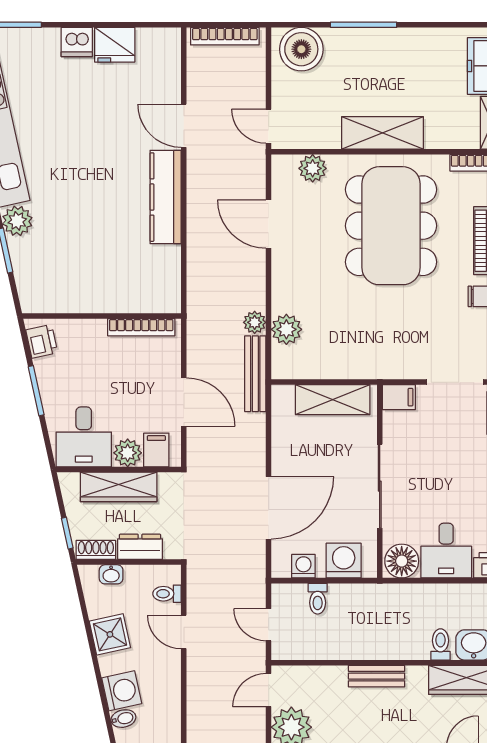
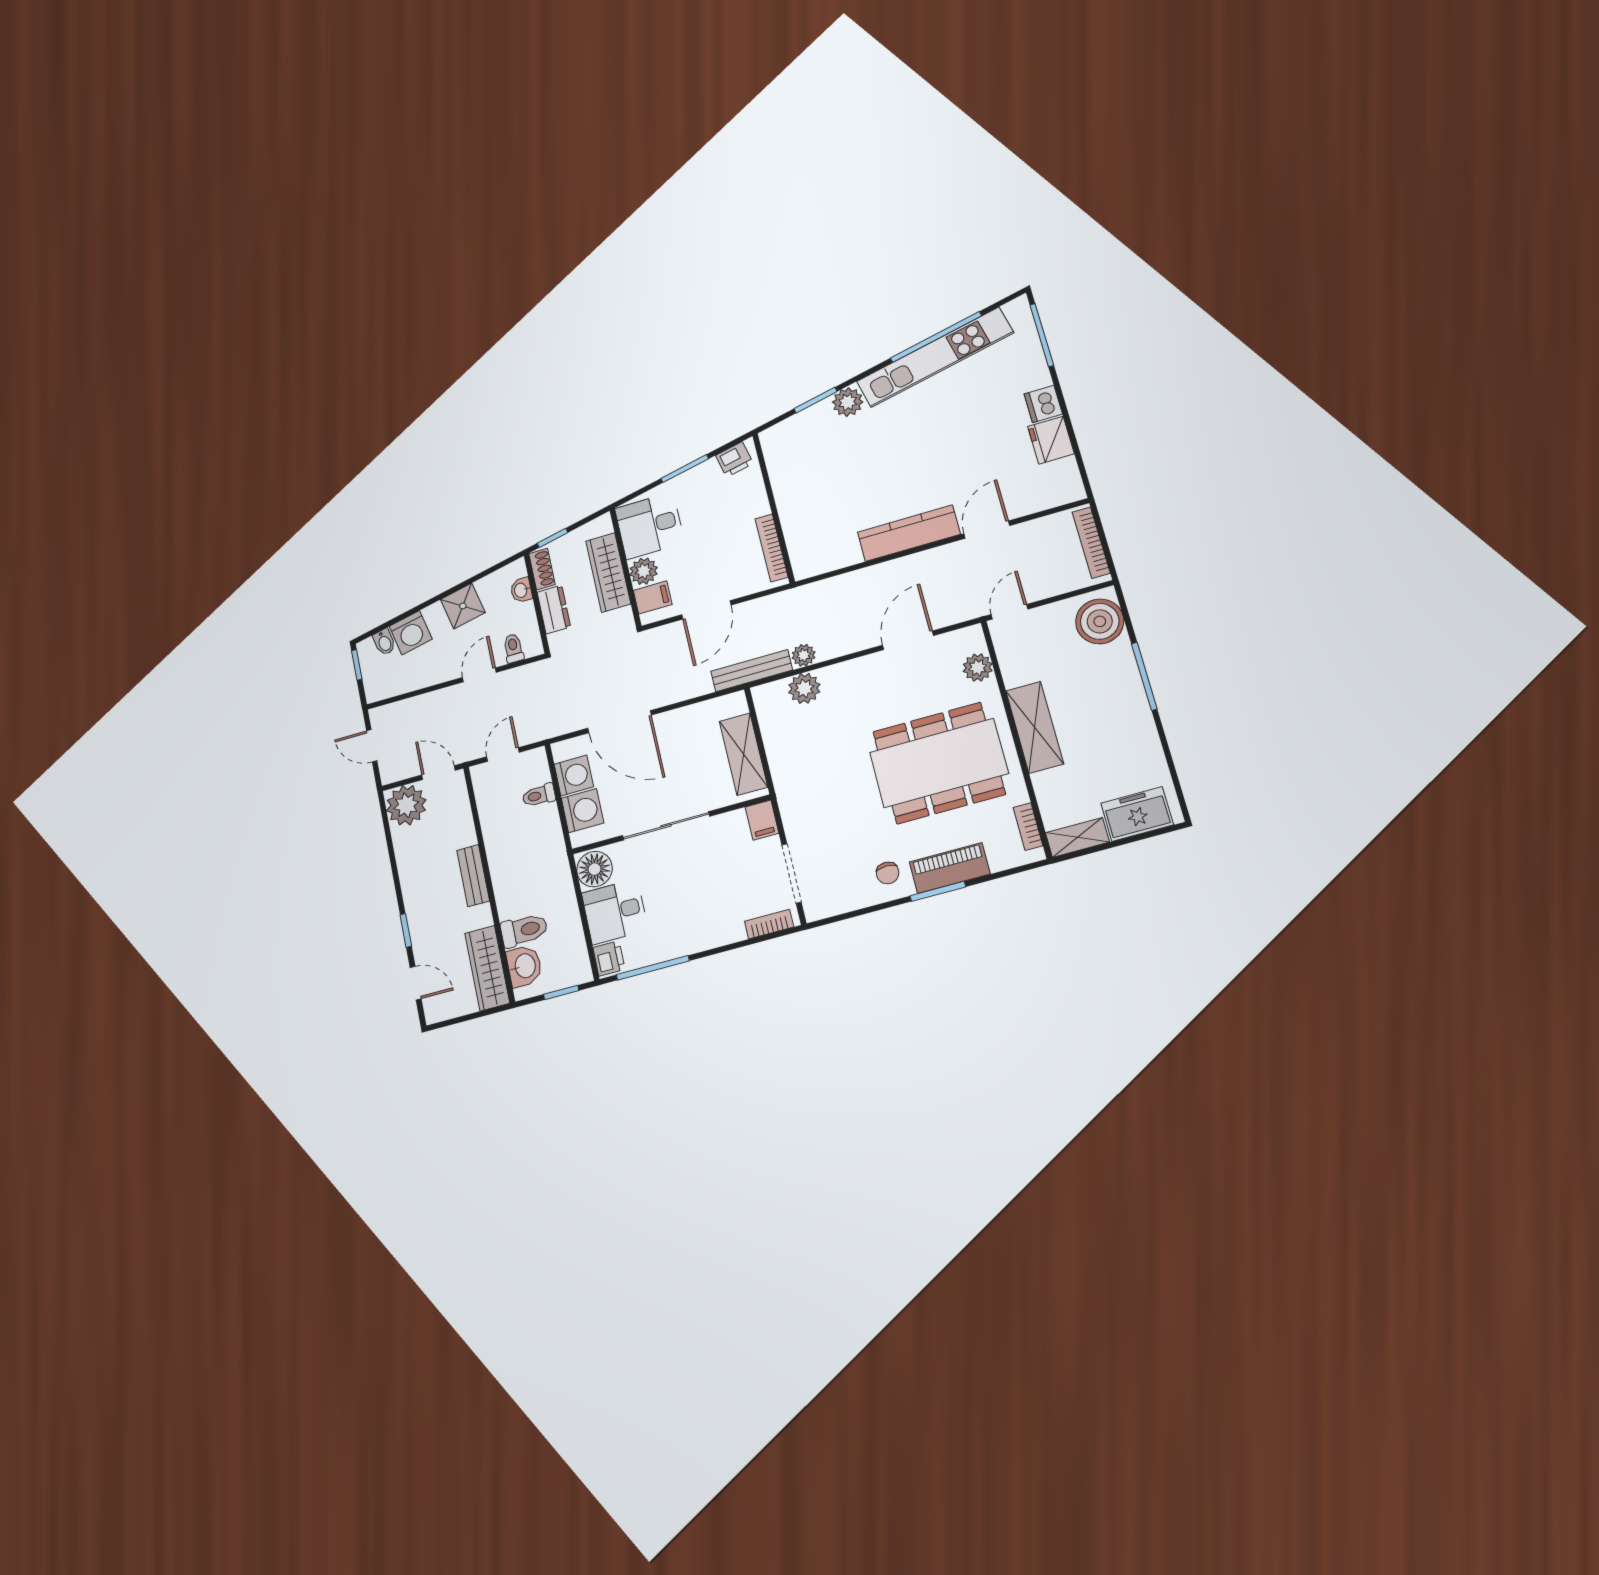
washing machine: (303, 566) -> (574, 775), width x1.38, depth x1.38
toilet: (441, 644) -> (524, 930), width x1.37, depth x1.39

